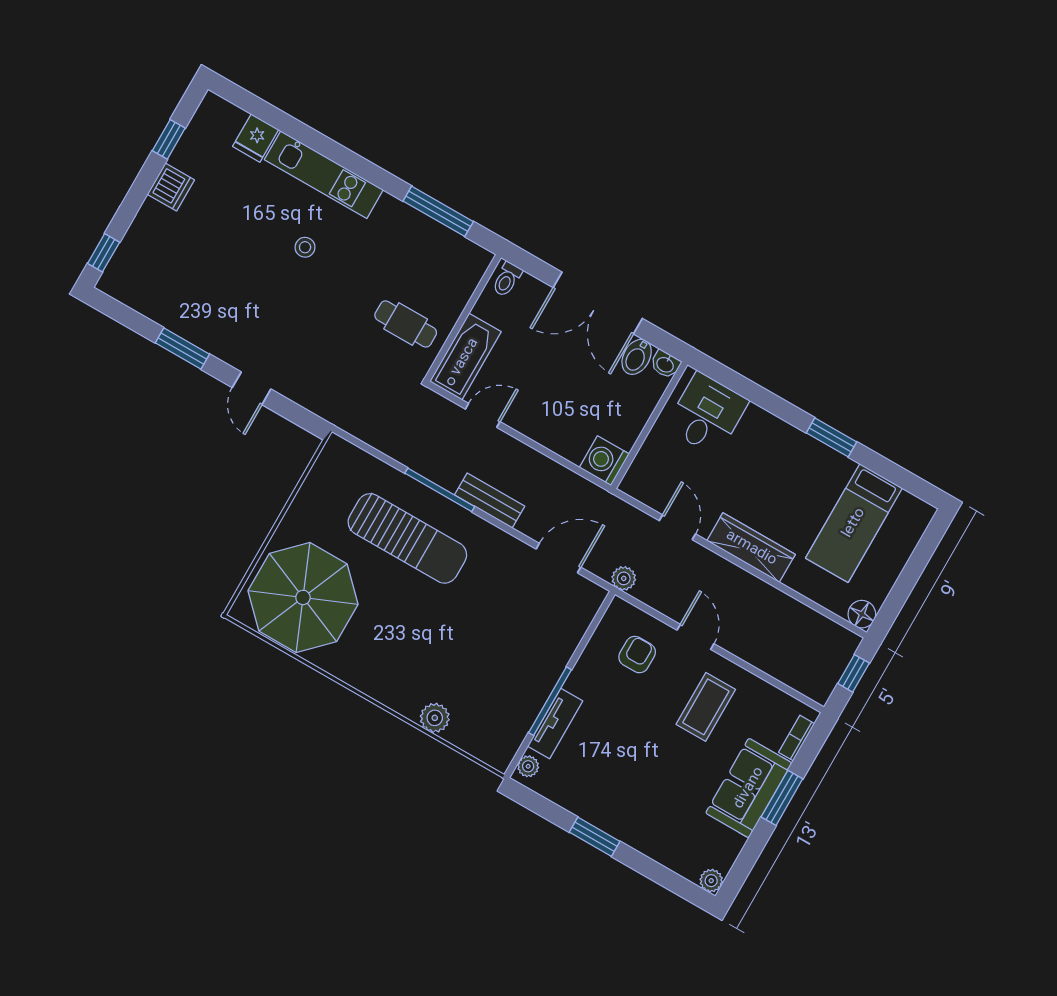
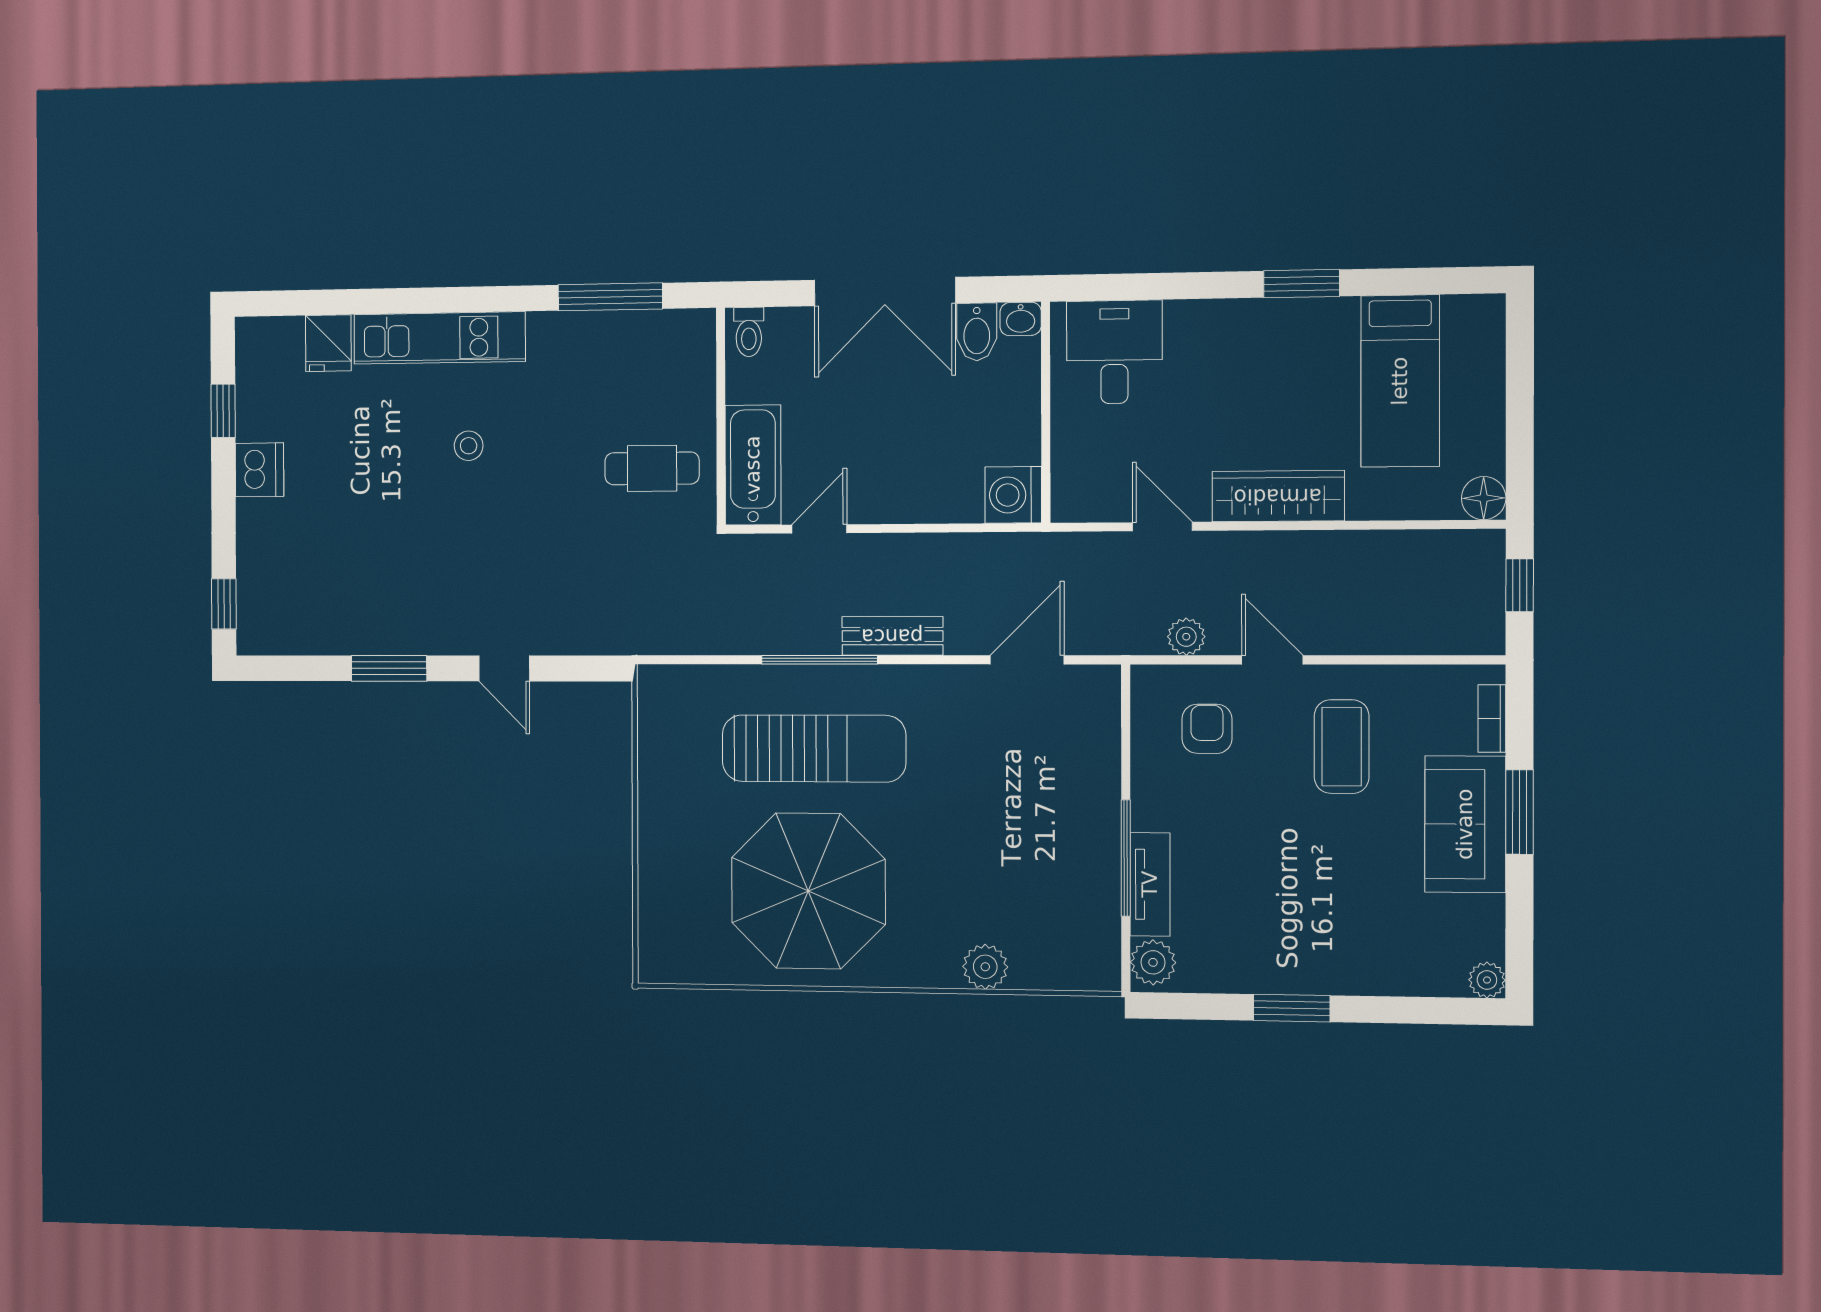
plant: (624, 578) -> (1186, 637), moved
parasol: (303, 597) -> (808, 891), moved
plant: (528, 766) -> (1153, 962), width x1.38, depth x1.38

